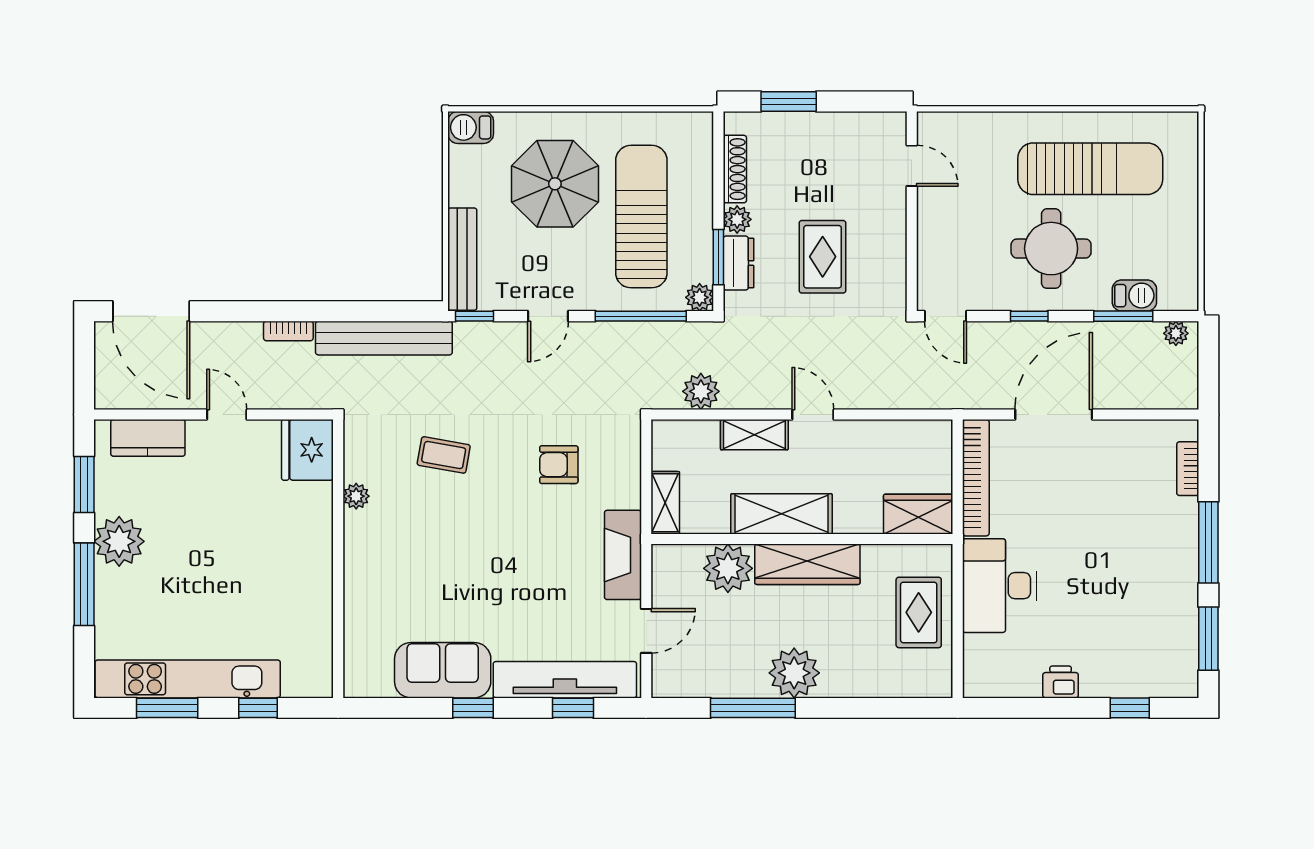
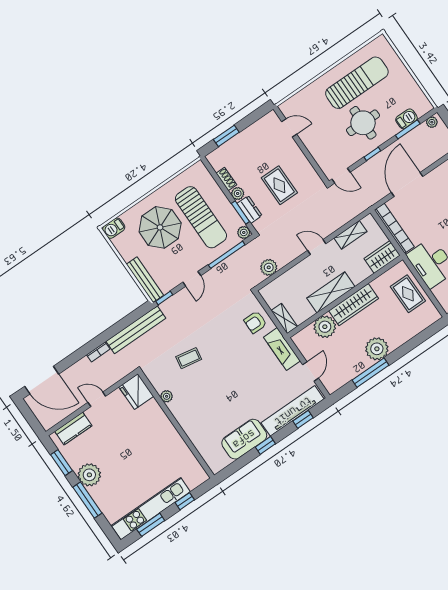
shoe rack: (735, 169) -> (226, 179), width x0.70
sun lounger: (641, 217) -> (201, 217), turned 180
shelving: (754, 435) -> (350, 235), moved
armchair: (559, 465) -> (255, 322), moved

